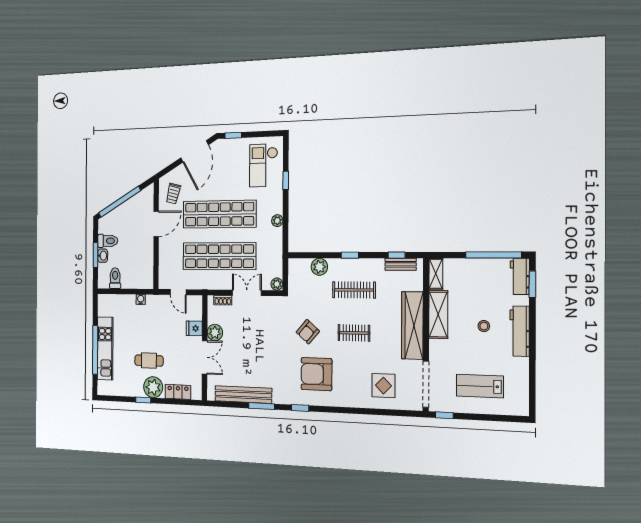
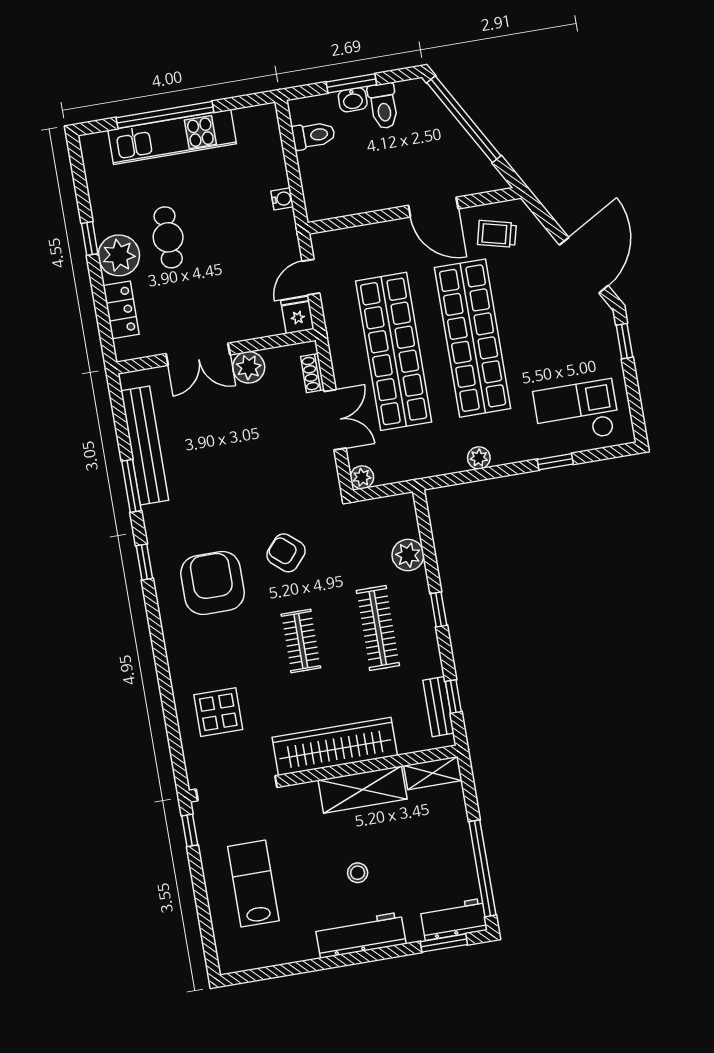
door: (195, 151) -> (584, 265), swing flipped
fridge: (194, 328) -> (297, 315), moved

